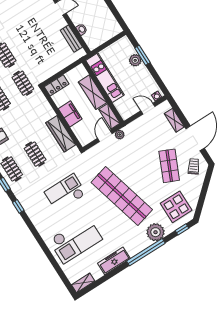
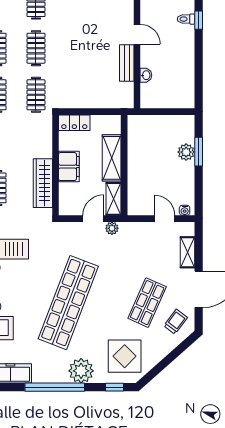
bench: (71, 39) -> (127, 63), moved
kitchen unit: (105, 78) -> (137, 150), removed
shop shelf: (122, 196) -> (68, 303), turned 36

